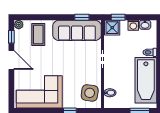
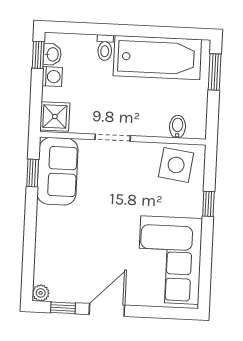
window: (118, 17) -> (38, 55), moved
sofa: (77, 30) -> (57, 171), width x0.73
coffee table: (38, 34) -> (61, 257), removed

